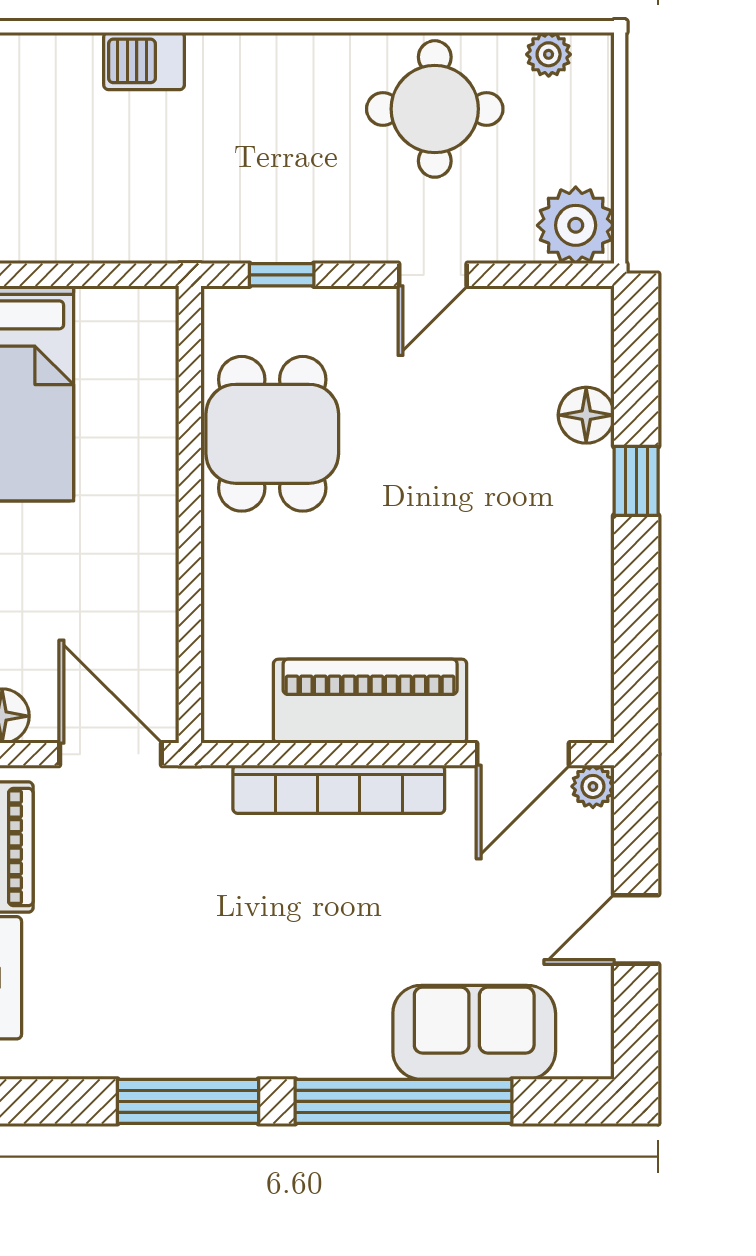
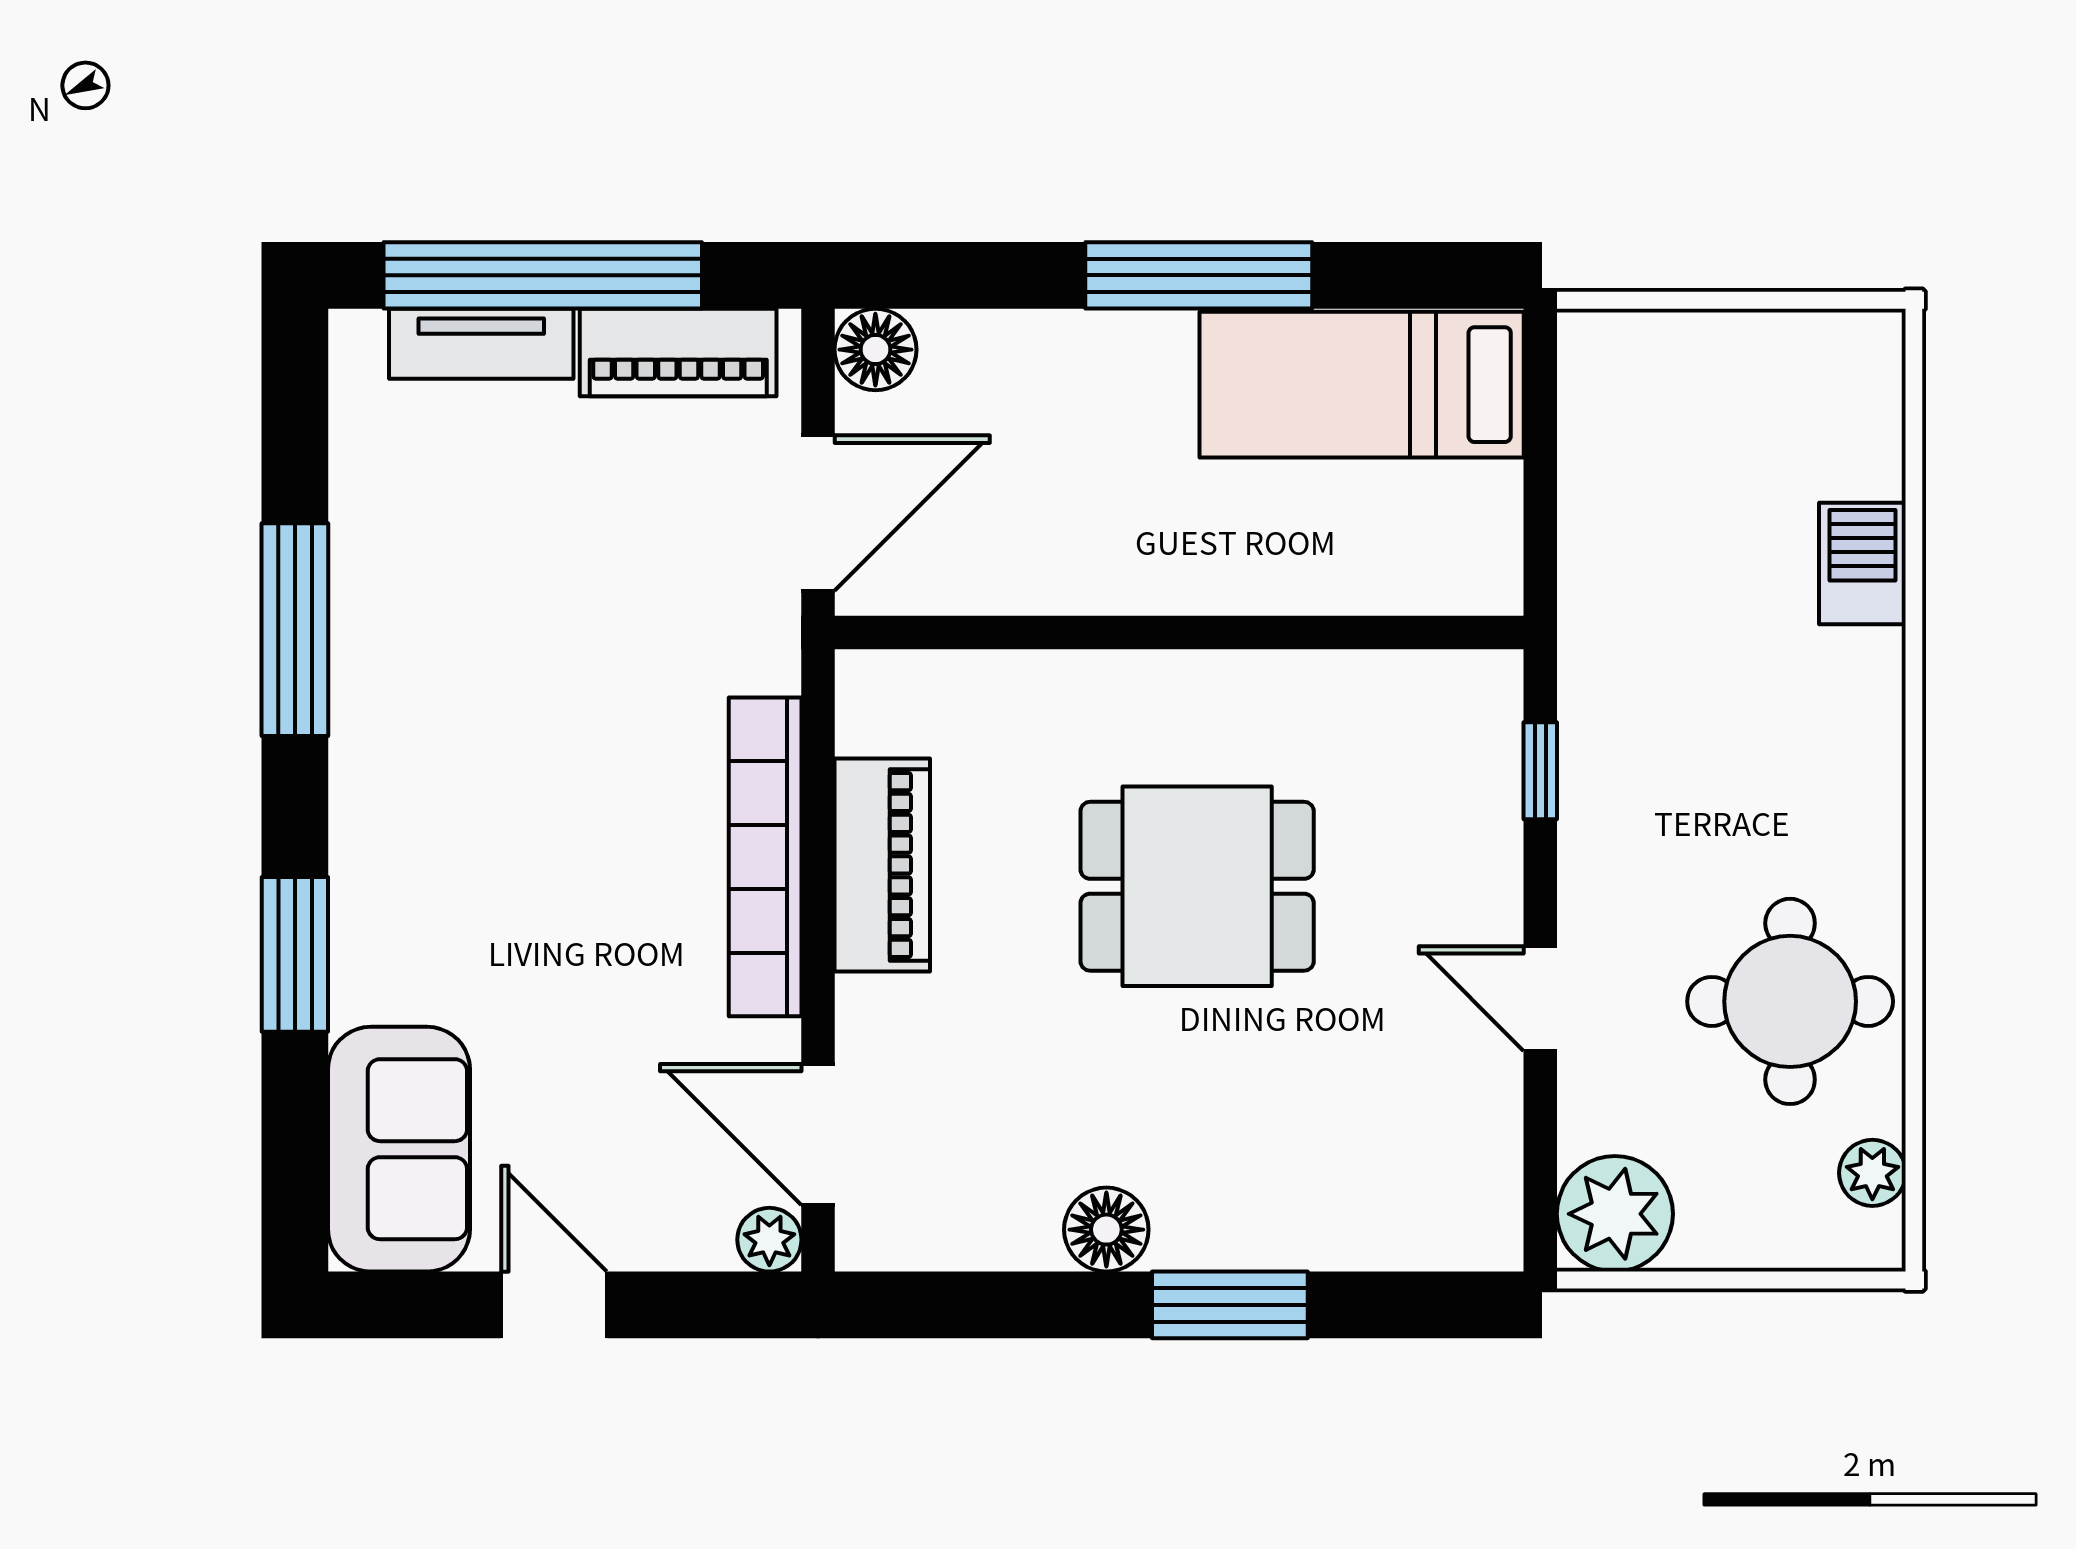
floor lamp: (586, 415) -> (1106, 1230), moved
dining table: (272, 434) -> (1197, 886), moved
window: (636, 481) -> (1230, 1305), width x1.50
piano: (370, 701) -> (882, 865), width x0.73, depth x0.75
sofa: (474, 1032) -> (399, 1149), moved
window: (403, 1101) -> (295, 954), width x0.47

